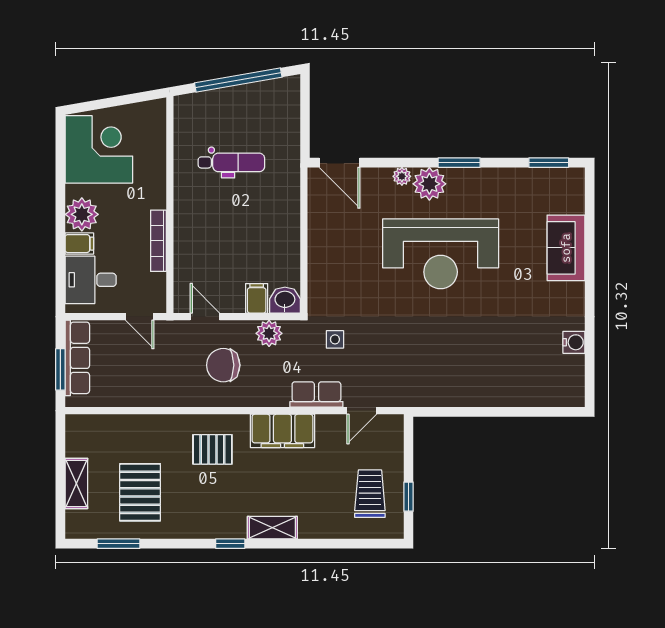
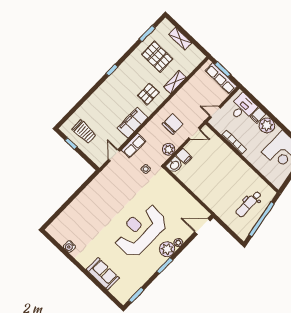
dental chair: (231, 162) -> (249, 204), moved
shelving: (272, 528) -> (175, 82), moved

